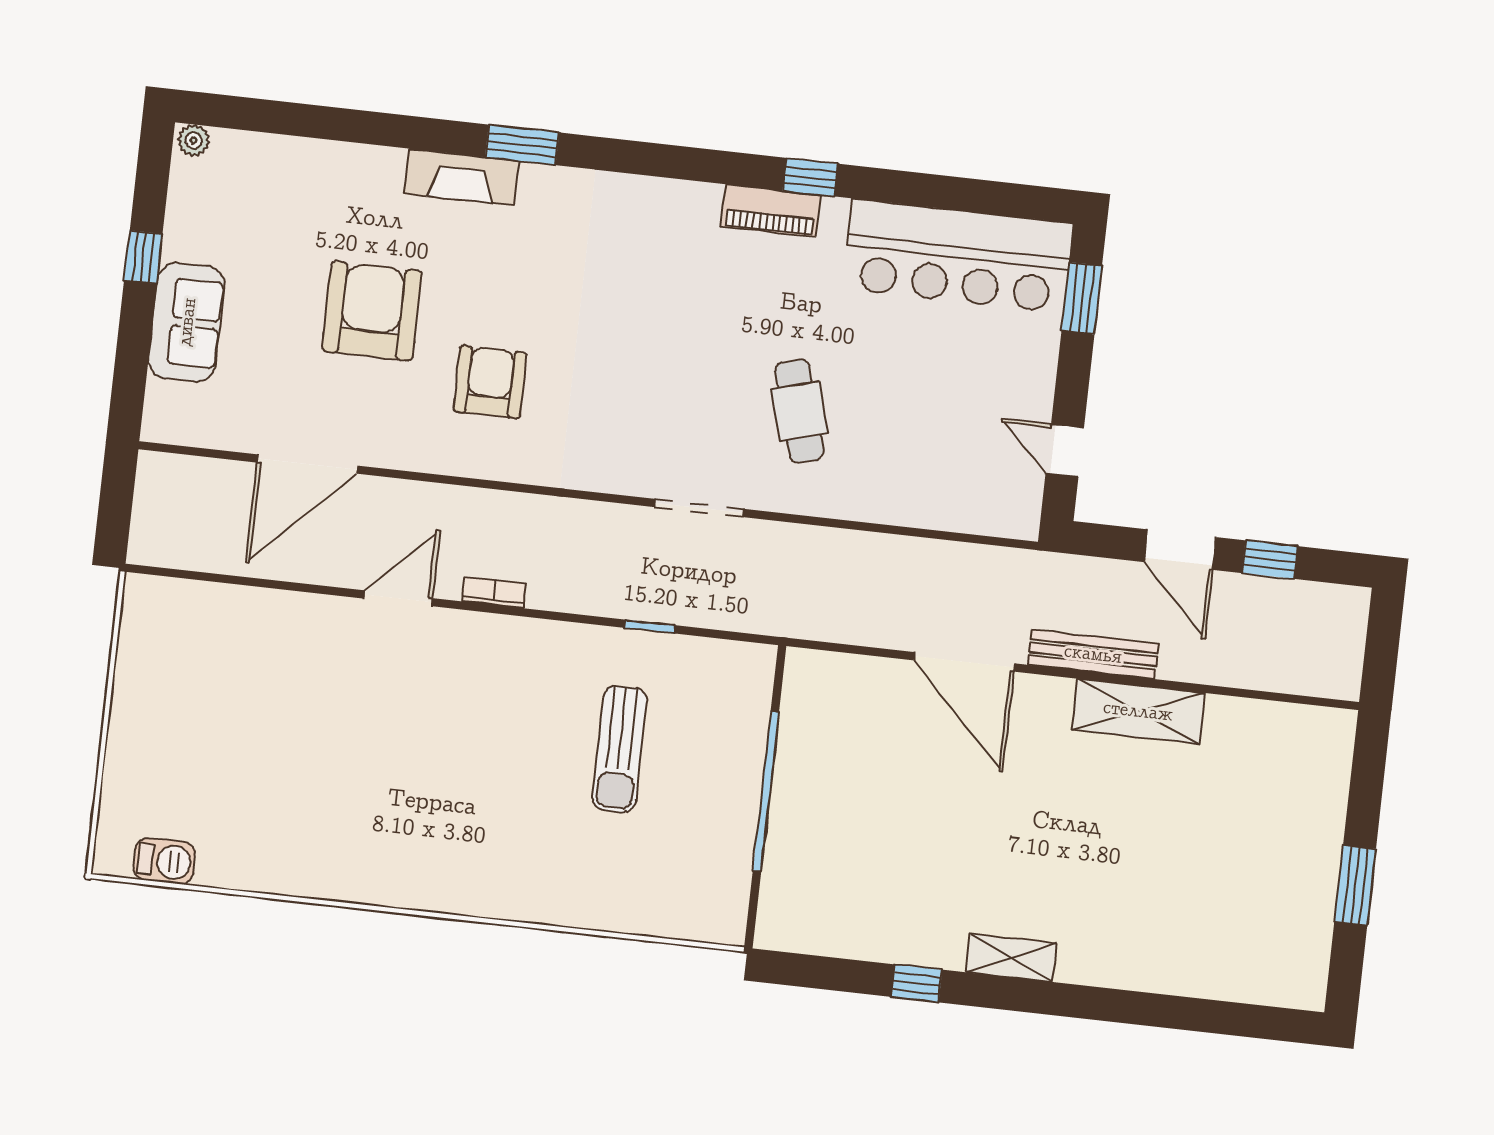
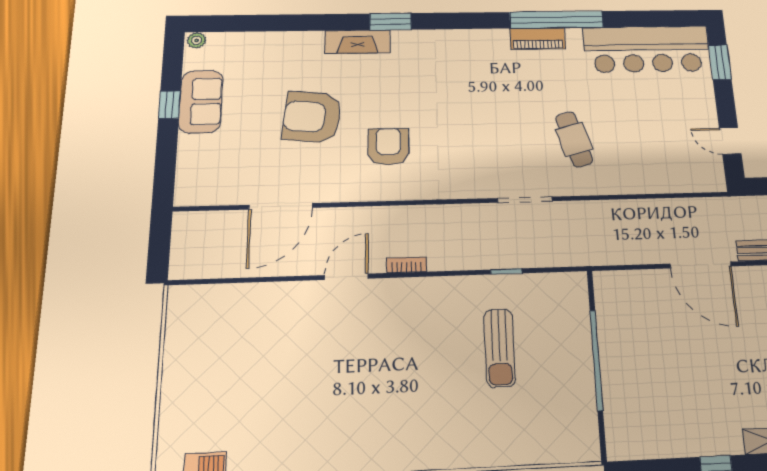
window: (810, 177) -> (556, 20), width x3.17
armchair: (372, 311) -> (312, 117), turned -84
sofa: (187, 322) -> (201, 102), moved

